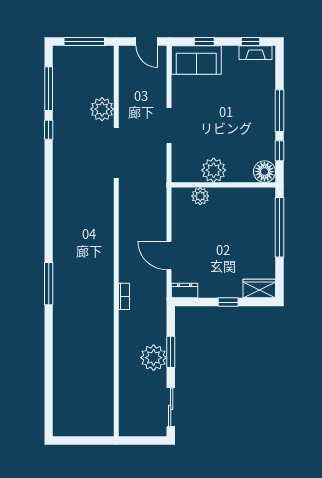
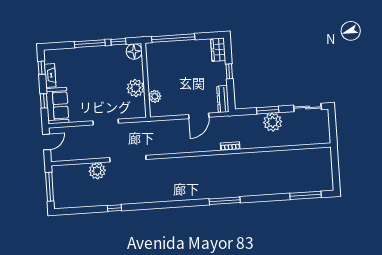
fireplace: (255, 53) -> (50, 75), moved
window: (49, 89) -> (306, 195), moved
dresser: (185, 291) -> (223, 99), width x1.44

